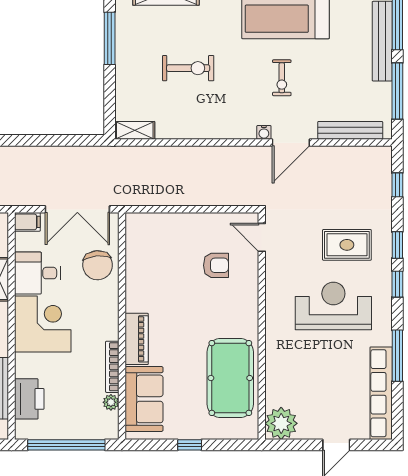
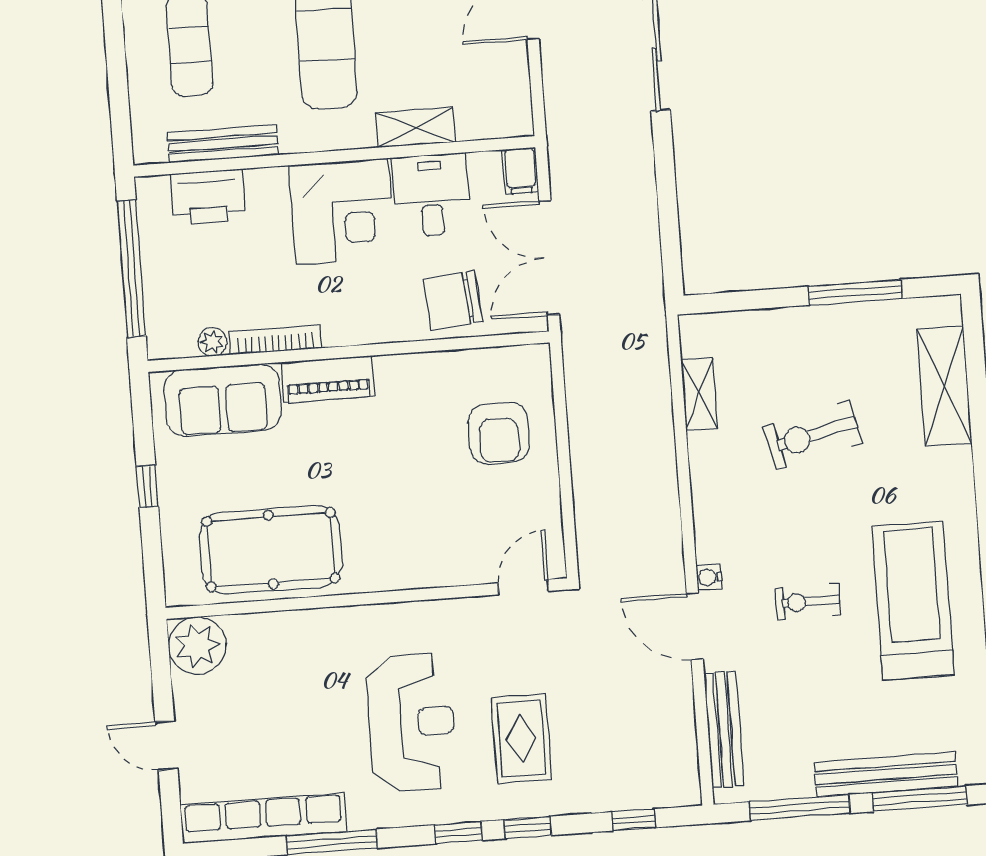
exercise bike: (188, 68) -> (813, 435), turned 77
shelving: (135, 130) -> (699, 394), moved
armchair: (216, 265) -> (499, 433), moved, width x1.38, depth x1.38

